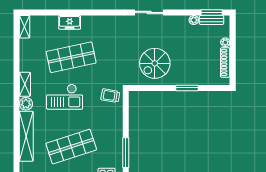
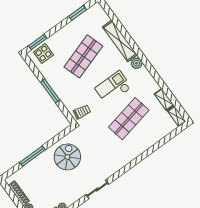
freezer: (70, 22) -> (148, 142), removed
shelving: (25, 84) -> (164, 99), moved
window: (187, 88) -> (32, 156), width x1.44
window: (126, 153) -> (50, 91), moved

